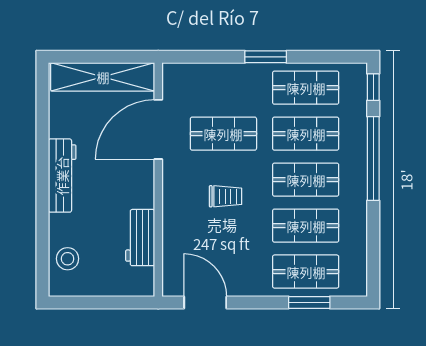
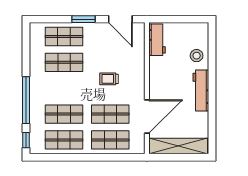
window: (266, 57) -> (86, 157), removed
shop shelf: (306, 180) -> (110, 140), moved
workbench: (140, 238) -> (157, 40), moved
stool: (68, 259) -> (197, 56), moved
window: (309, 302) -> (84, 19), moved

